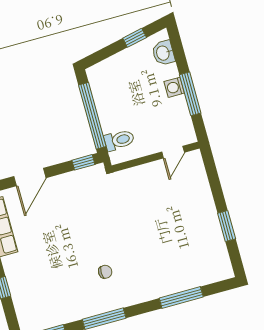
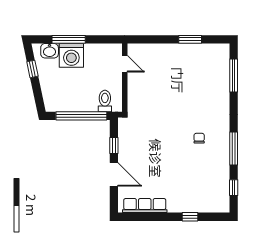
washing machine: (174, 87) -> (71, 55), width x1.89, depth x1.89
window: (190, 94) -> (69, 39), moved
window: (83, 162) -> (114, 145), moved
window: (181, 298) -> (234, 76), moved

